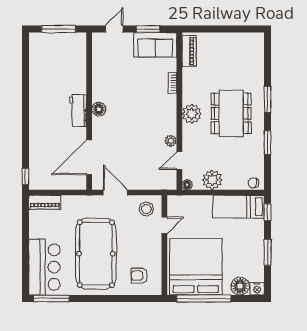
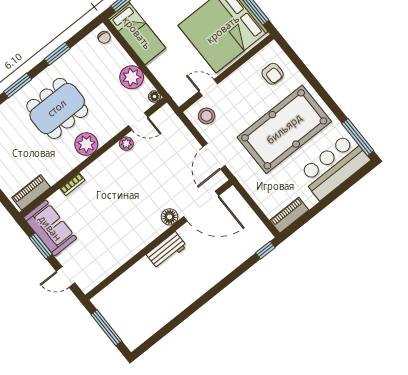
floor lamp: (99, 109) -> (170, 217), moved
piano: (45, 202) -> (289, 215), moved, turned -90

